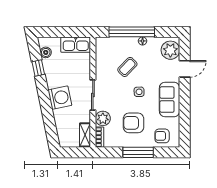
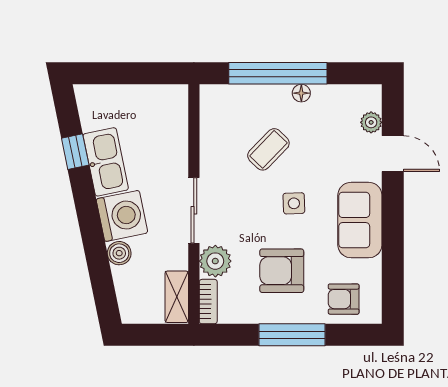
kitchen sink: (76, 45) -> (106, 162), moved, turned -102
plant: (170, 50) -> (371, 122), width x0.53, depth x0.53
boiler: (46, 52) -> (119, 253), moved
door: (185, 69) -> (393, 154), hinge flipped

